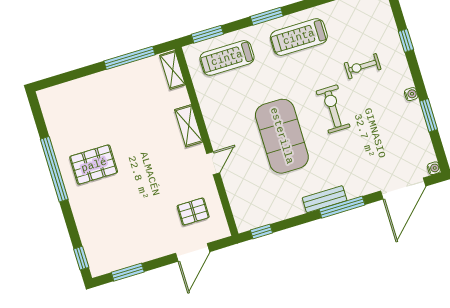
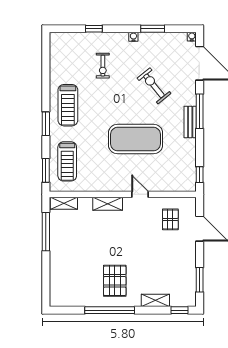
exercise bike: (333, 109) -> (154, 86), moved, turned 51
shelving: (84, 224) -> (155, 300), added

